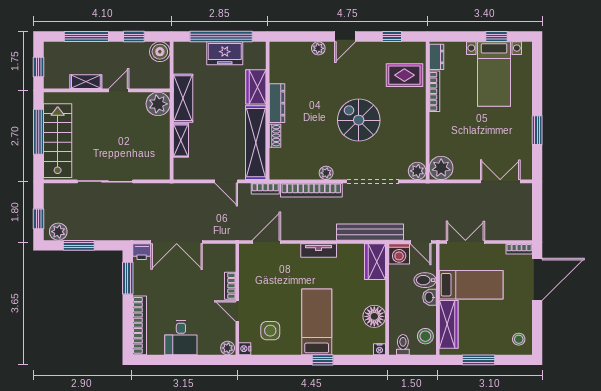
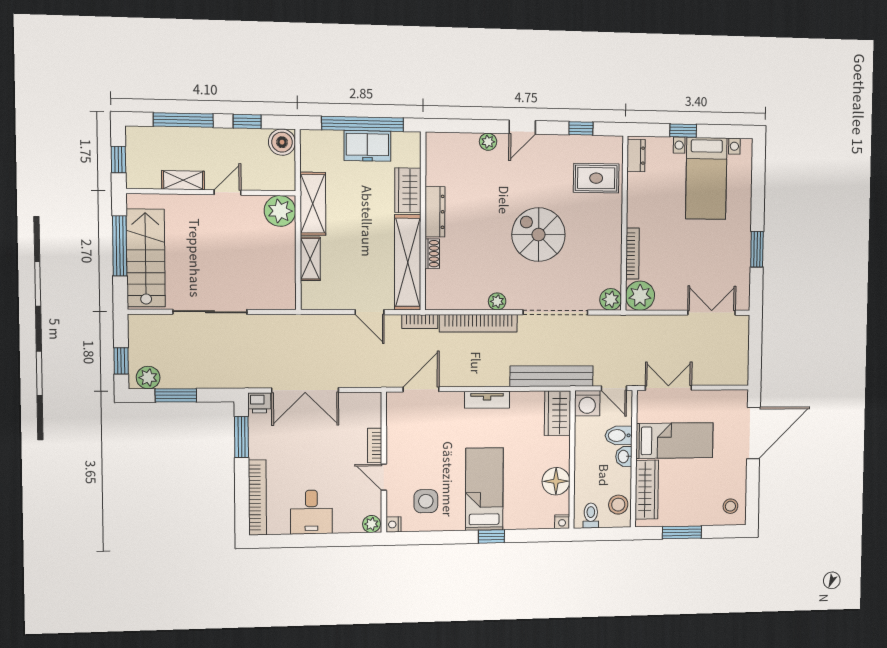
window: (497, 37) -> (683, 131), moved
bookcase: (434, 91) -> (632, 254), moved
bookcase: (519, 249) -> (733, 396), removed

